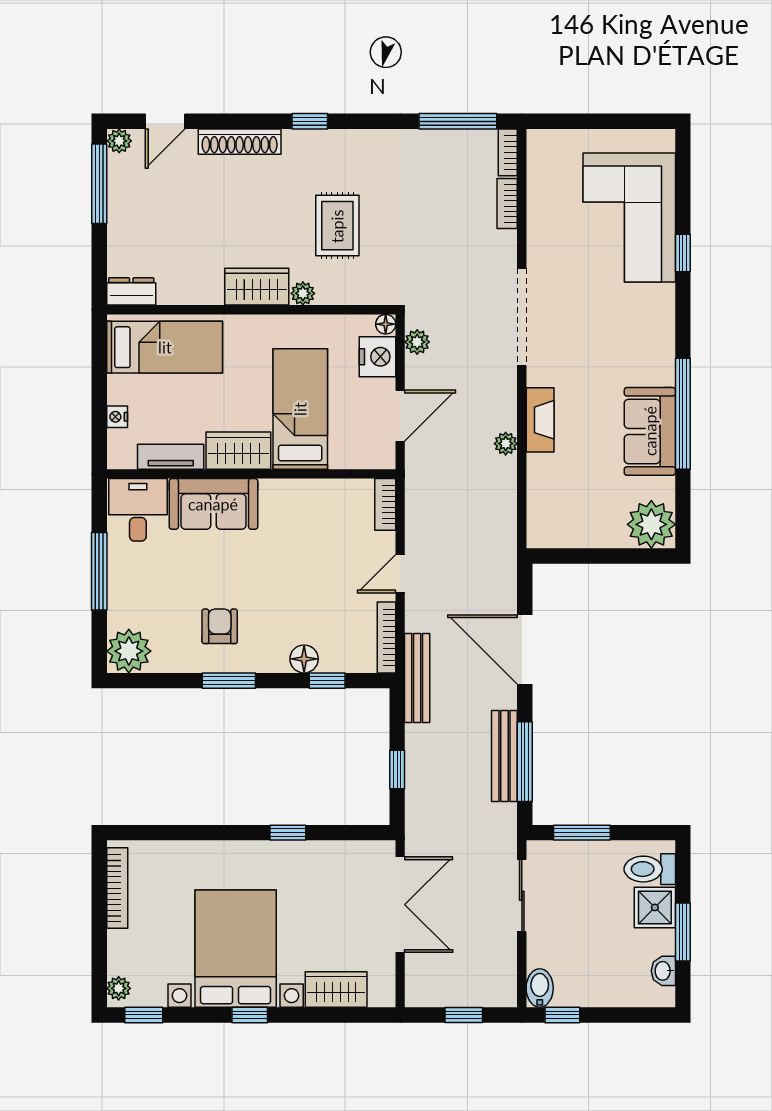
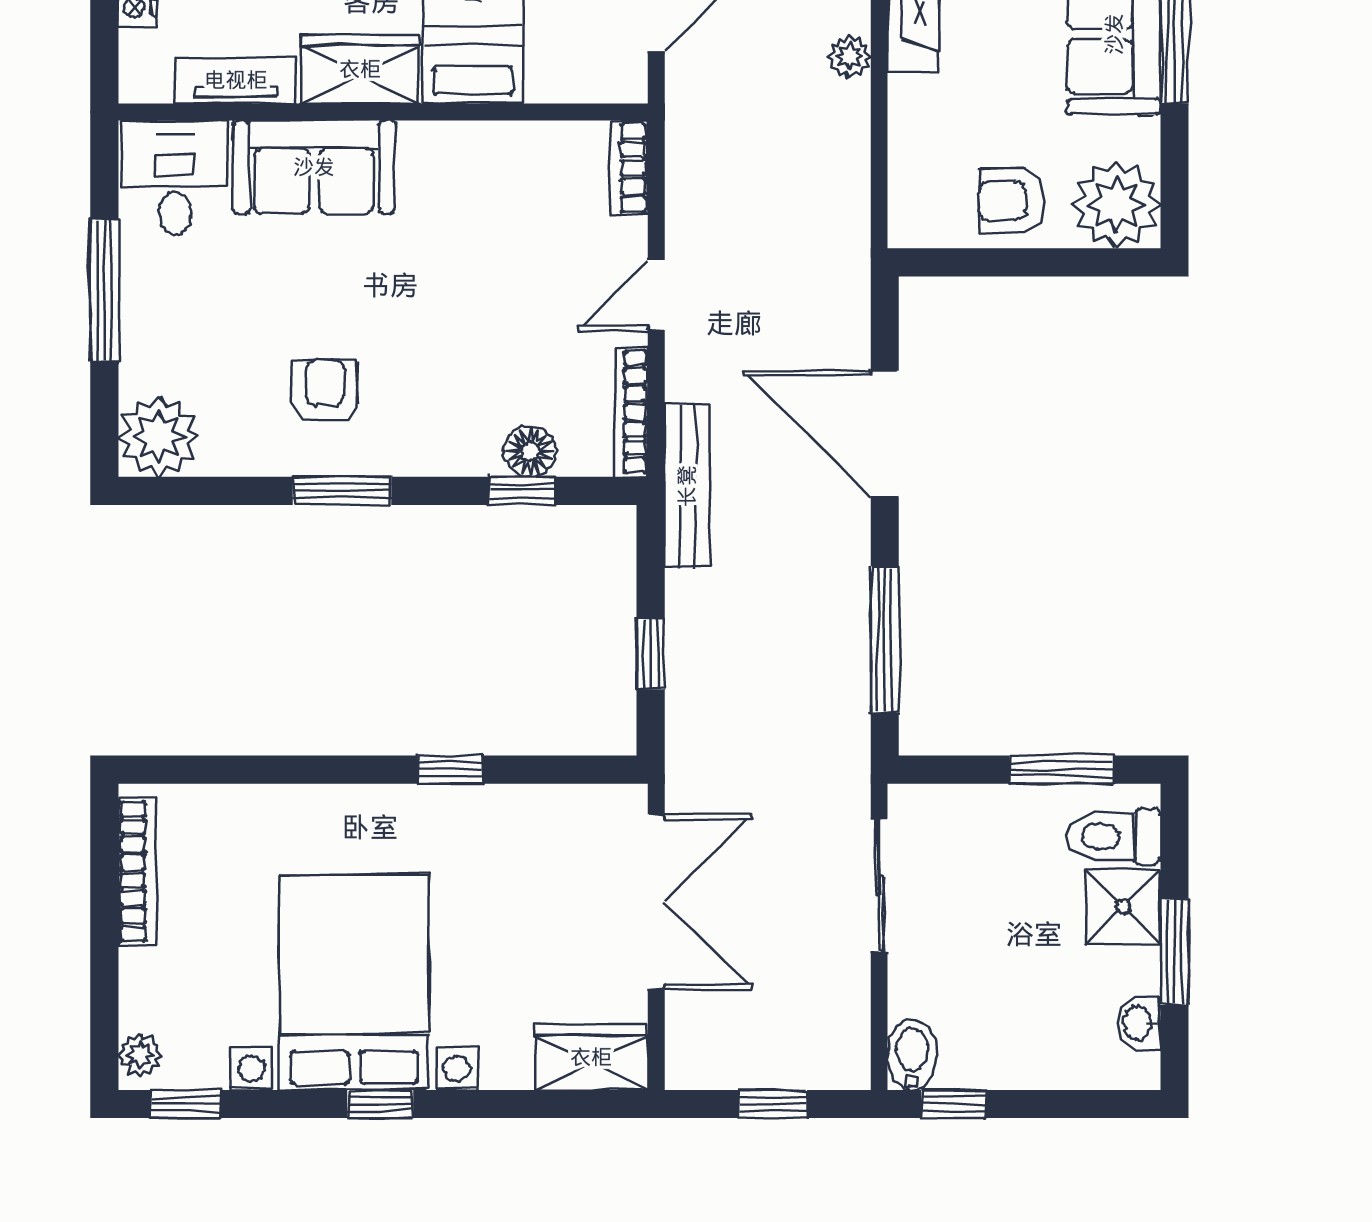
armchair: (594, 522) -> (1011, 201), added
floor lamp: (304, 659) -> (530, 451), moved
bench: (504, 756) -> (847, 629), removed
window: (582, 833) -> (1061, 770), moved
wardrobe: (336, 990) -> (591, 1057), moved

